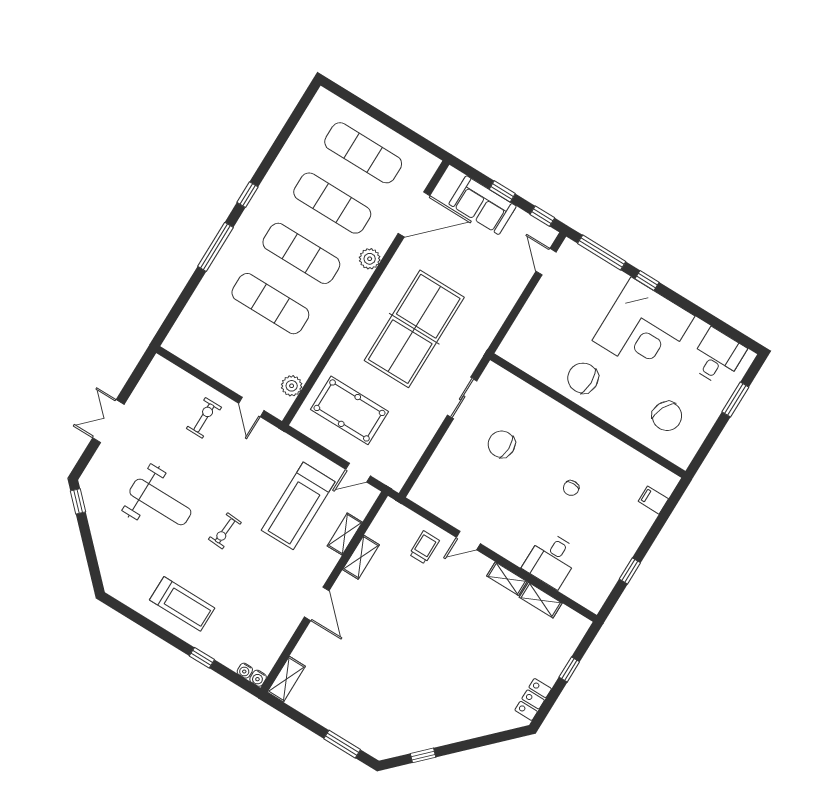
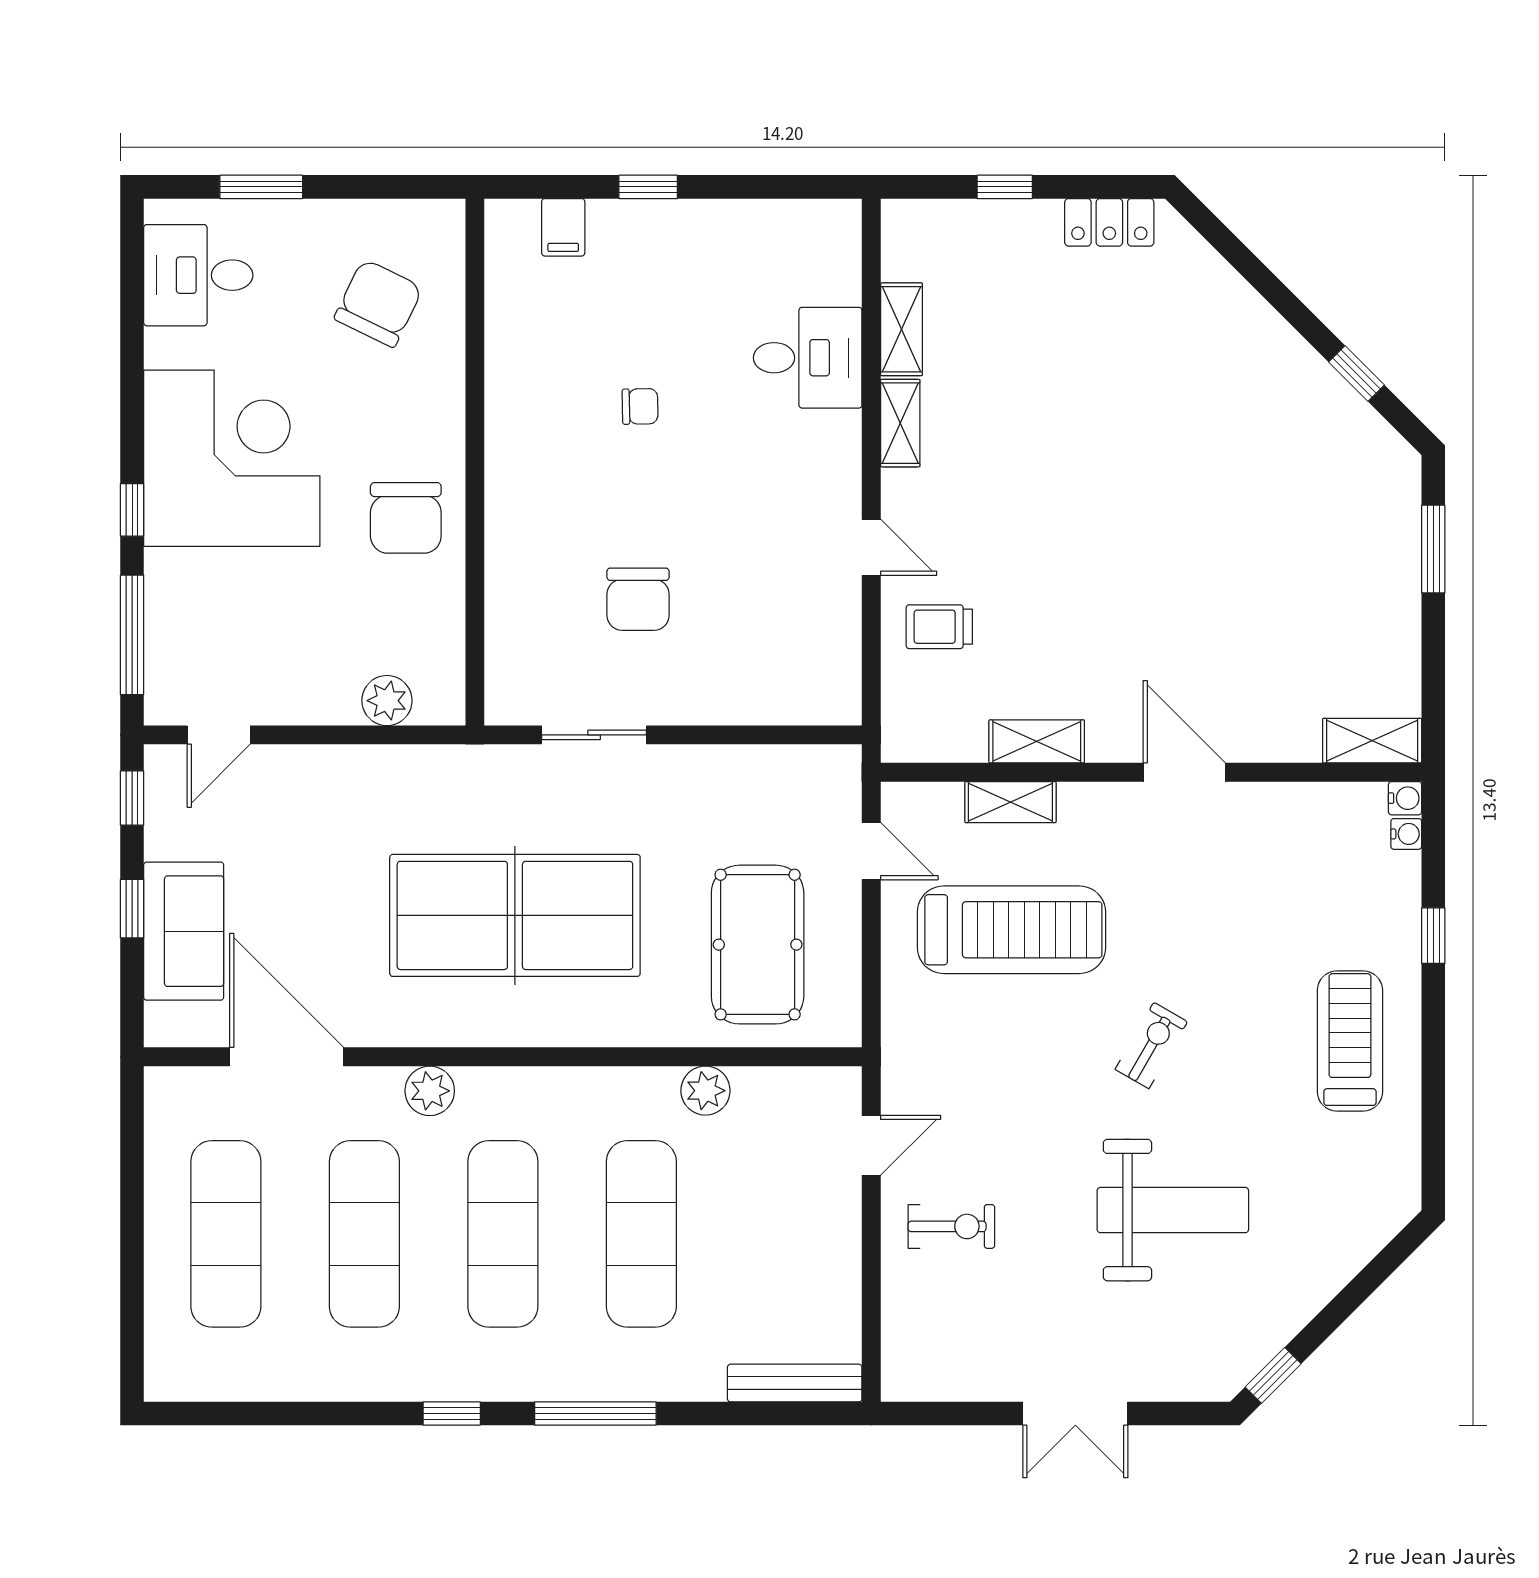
bench: (182, 326) -> (795, 1383), added
plant: (521, 330) -> (387, 701), added
plant: (292, 386) -> (705, 1091), moved
exercise bike: (204, 418) -> (951, 1226), turned 180
weight bench: (160, 502) -> (1173, 1210), turned 90
exercise bike: (225, 531) -> (1151, 1045), turned -64
window: (630, 571) -> (648, 187), moved
door: (317, 604) -> (1184, 772), hinge flipped

